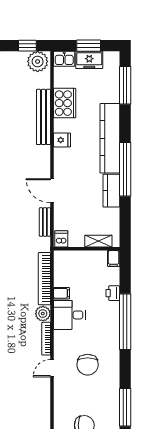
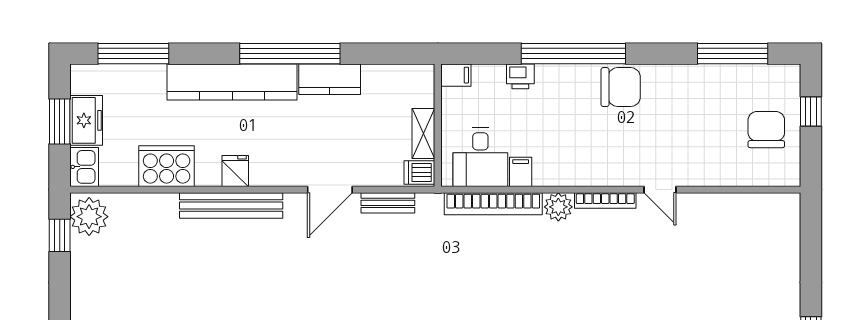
bench: (43, 117) -> (231, 206), moved
shelving: (98, 241) -> (423, 133), moved
desk: (69, 315) -> (480, 157), moved
chair: (88, 365) -> (621, 87), moved

